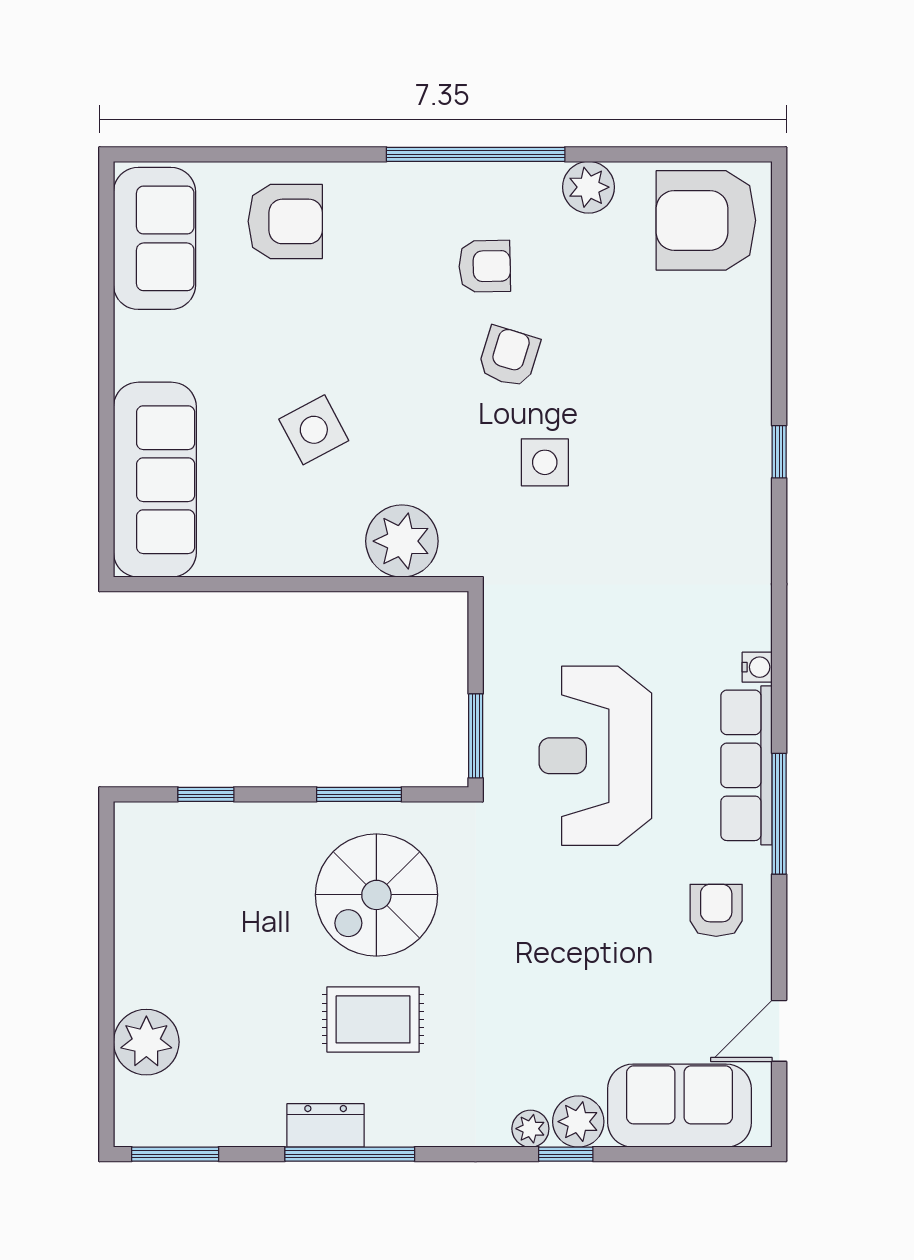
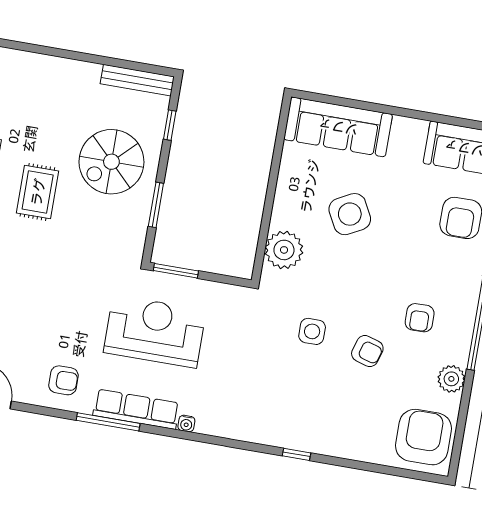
armchair: (509, 357) -> (367, 351), moved
side table: (314, 430) -> (350, 214), width x1.37, depth x1.37
bench: (132, 869) -> (137, 80), added
spiral stairs: (376, 895) -> (111, 162), moved, turned -90
plant: (146, 1042) -> (46, 72), removed

